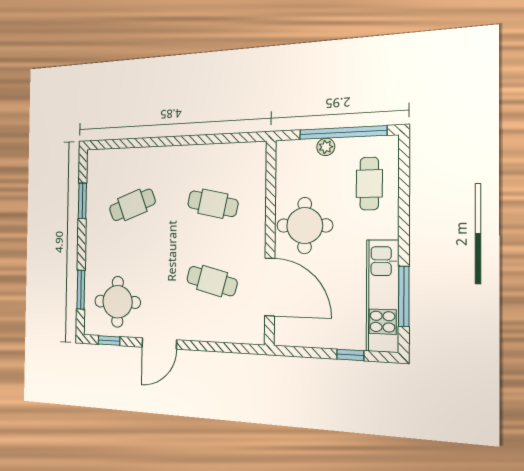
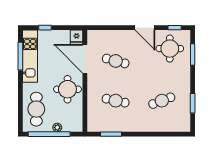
window: (222, 139) -> (111, 134), added
cafe table: (369, 184) -> (36, 109), width x1.37, depth x1.35
fridge: (286, 332) -> (77, 37), added
door: (159, 344) -> (145, 28), swing flipped

